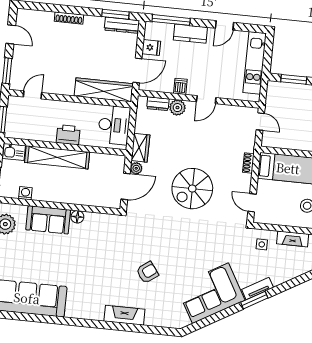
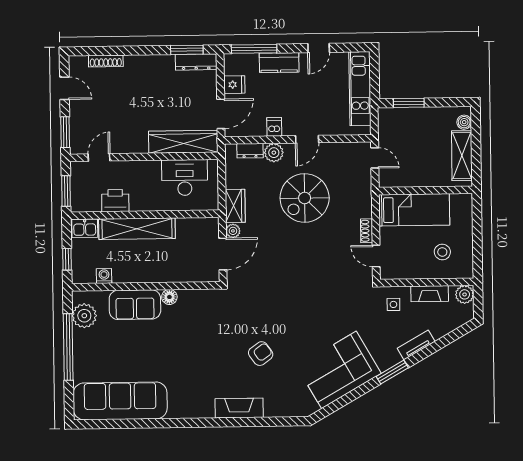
shoe rack: (69, 18) -> (106, 61), moved
desk: (114, 125) -> (185, 178), moved, turned -90
printer: (68, 135) -> (115, 201), moved
shoe rack: (248, 163) -> (367, 231), moved
spiral stairs: (192, 189) -> (305, 198), moved
tv unit: (258, 289) -> (416, 345), moved

